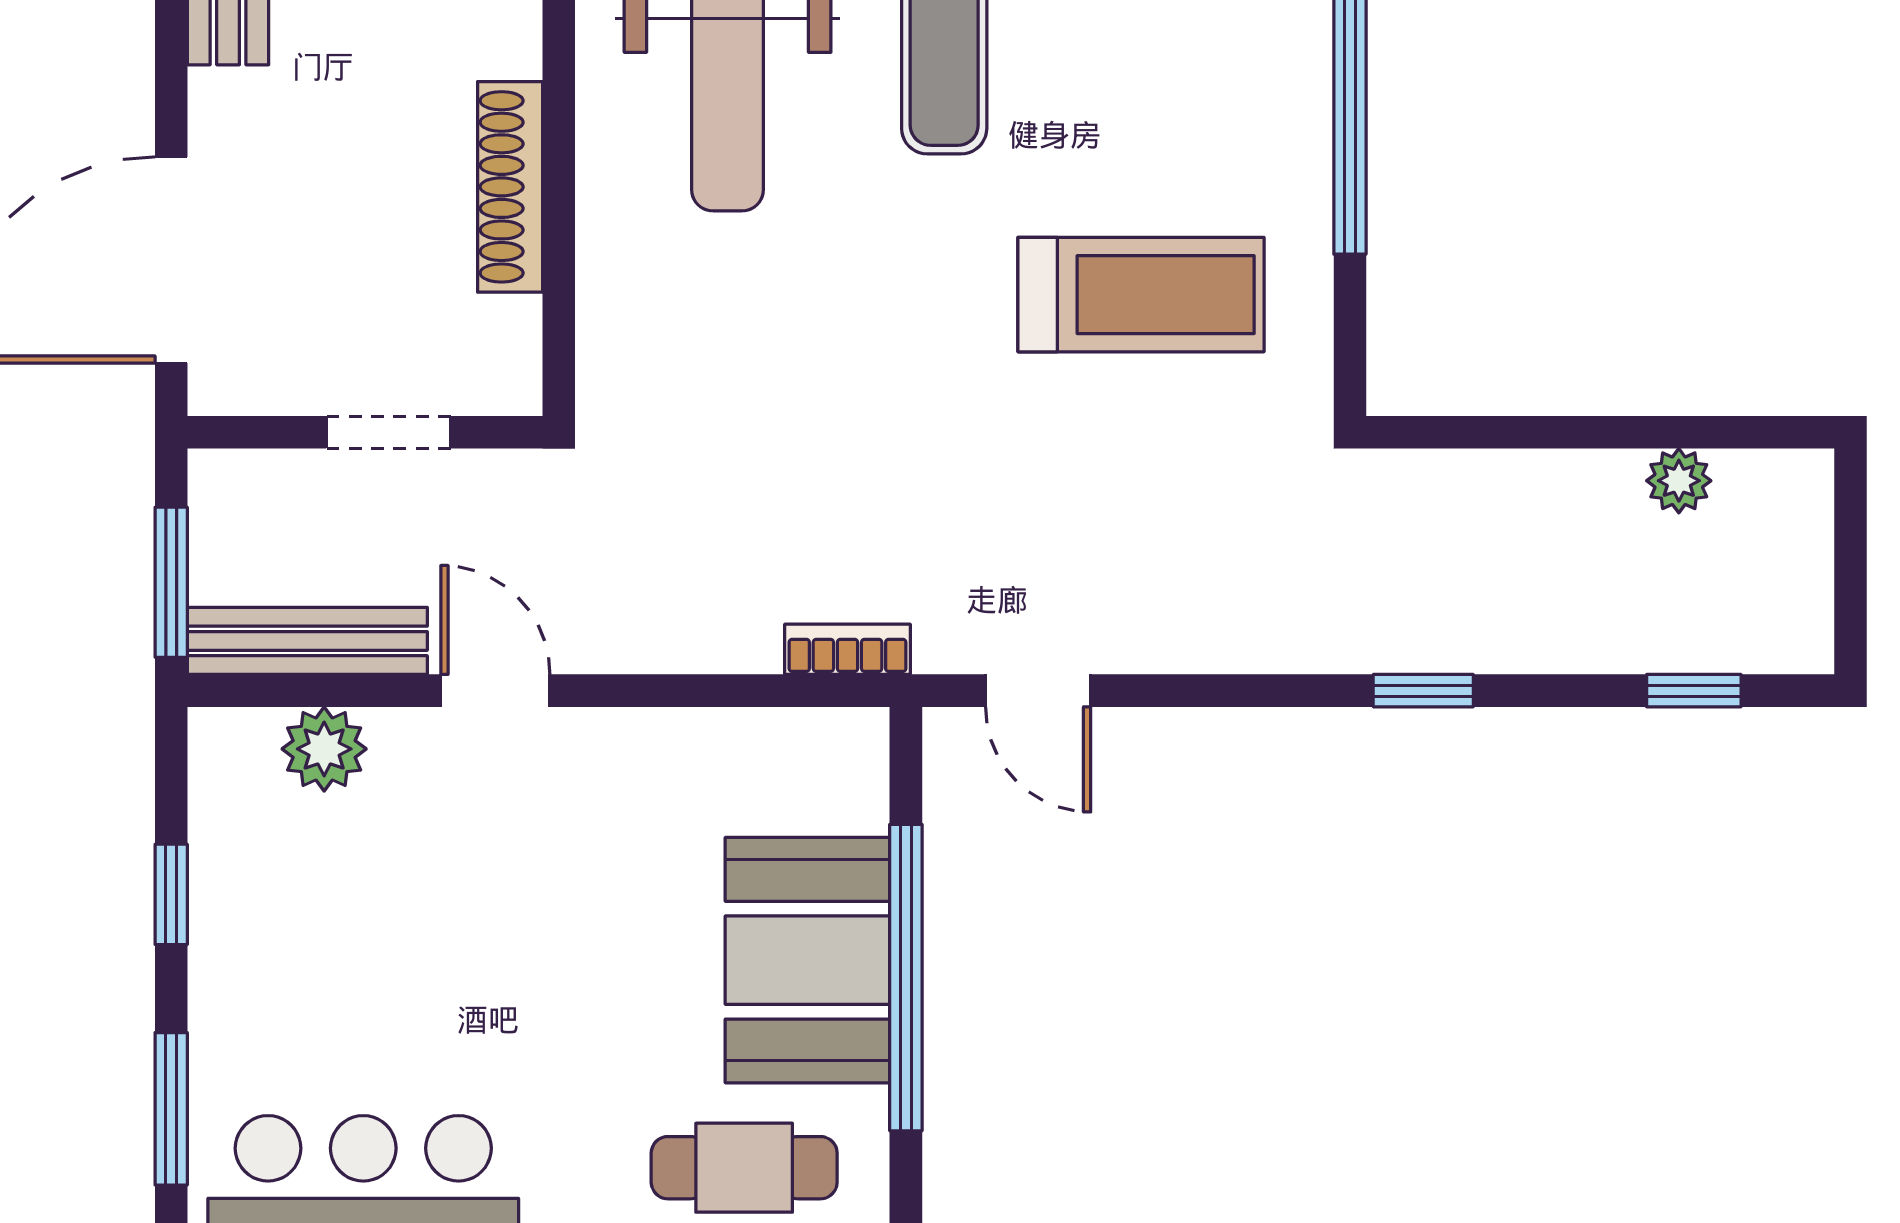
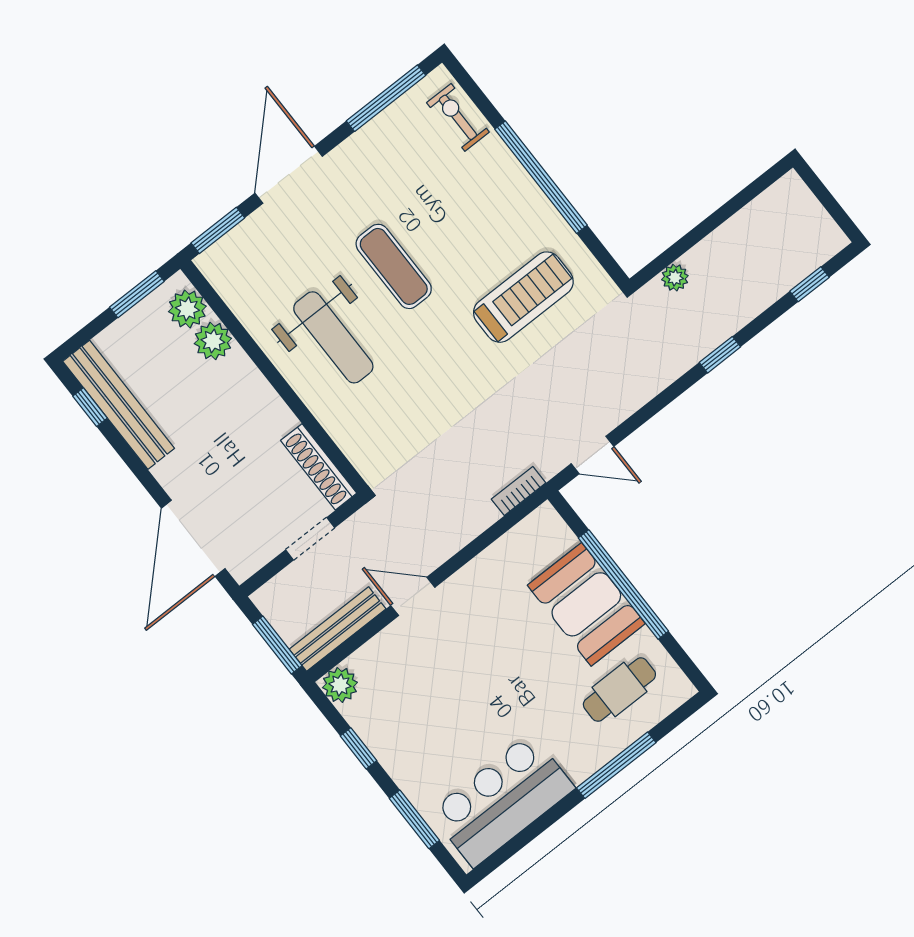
shoe rack: (510, 187) -> (319, 467), moved
plant: (1679, 481) -> (675, 278), moved
plant: (324, 749) -> (340, 685), moved

